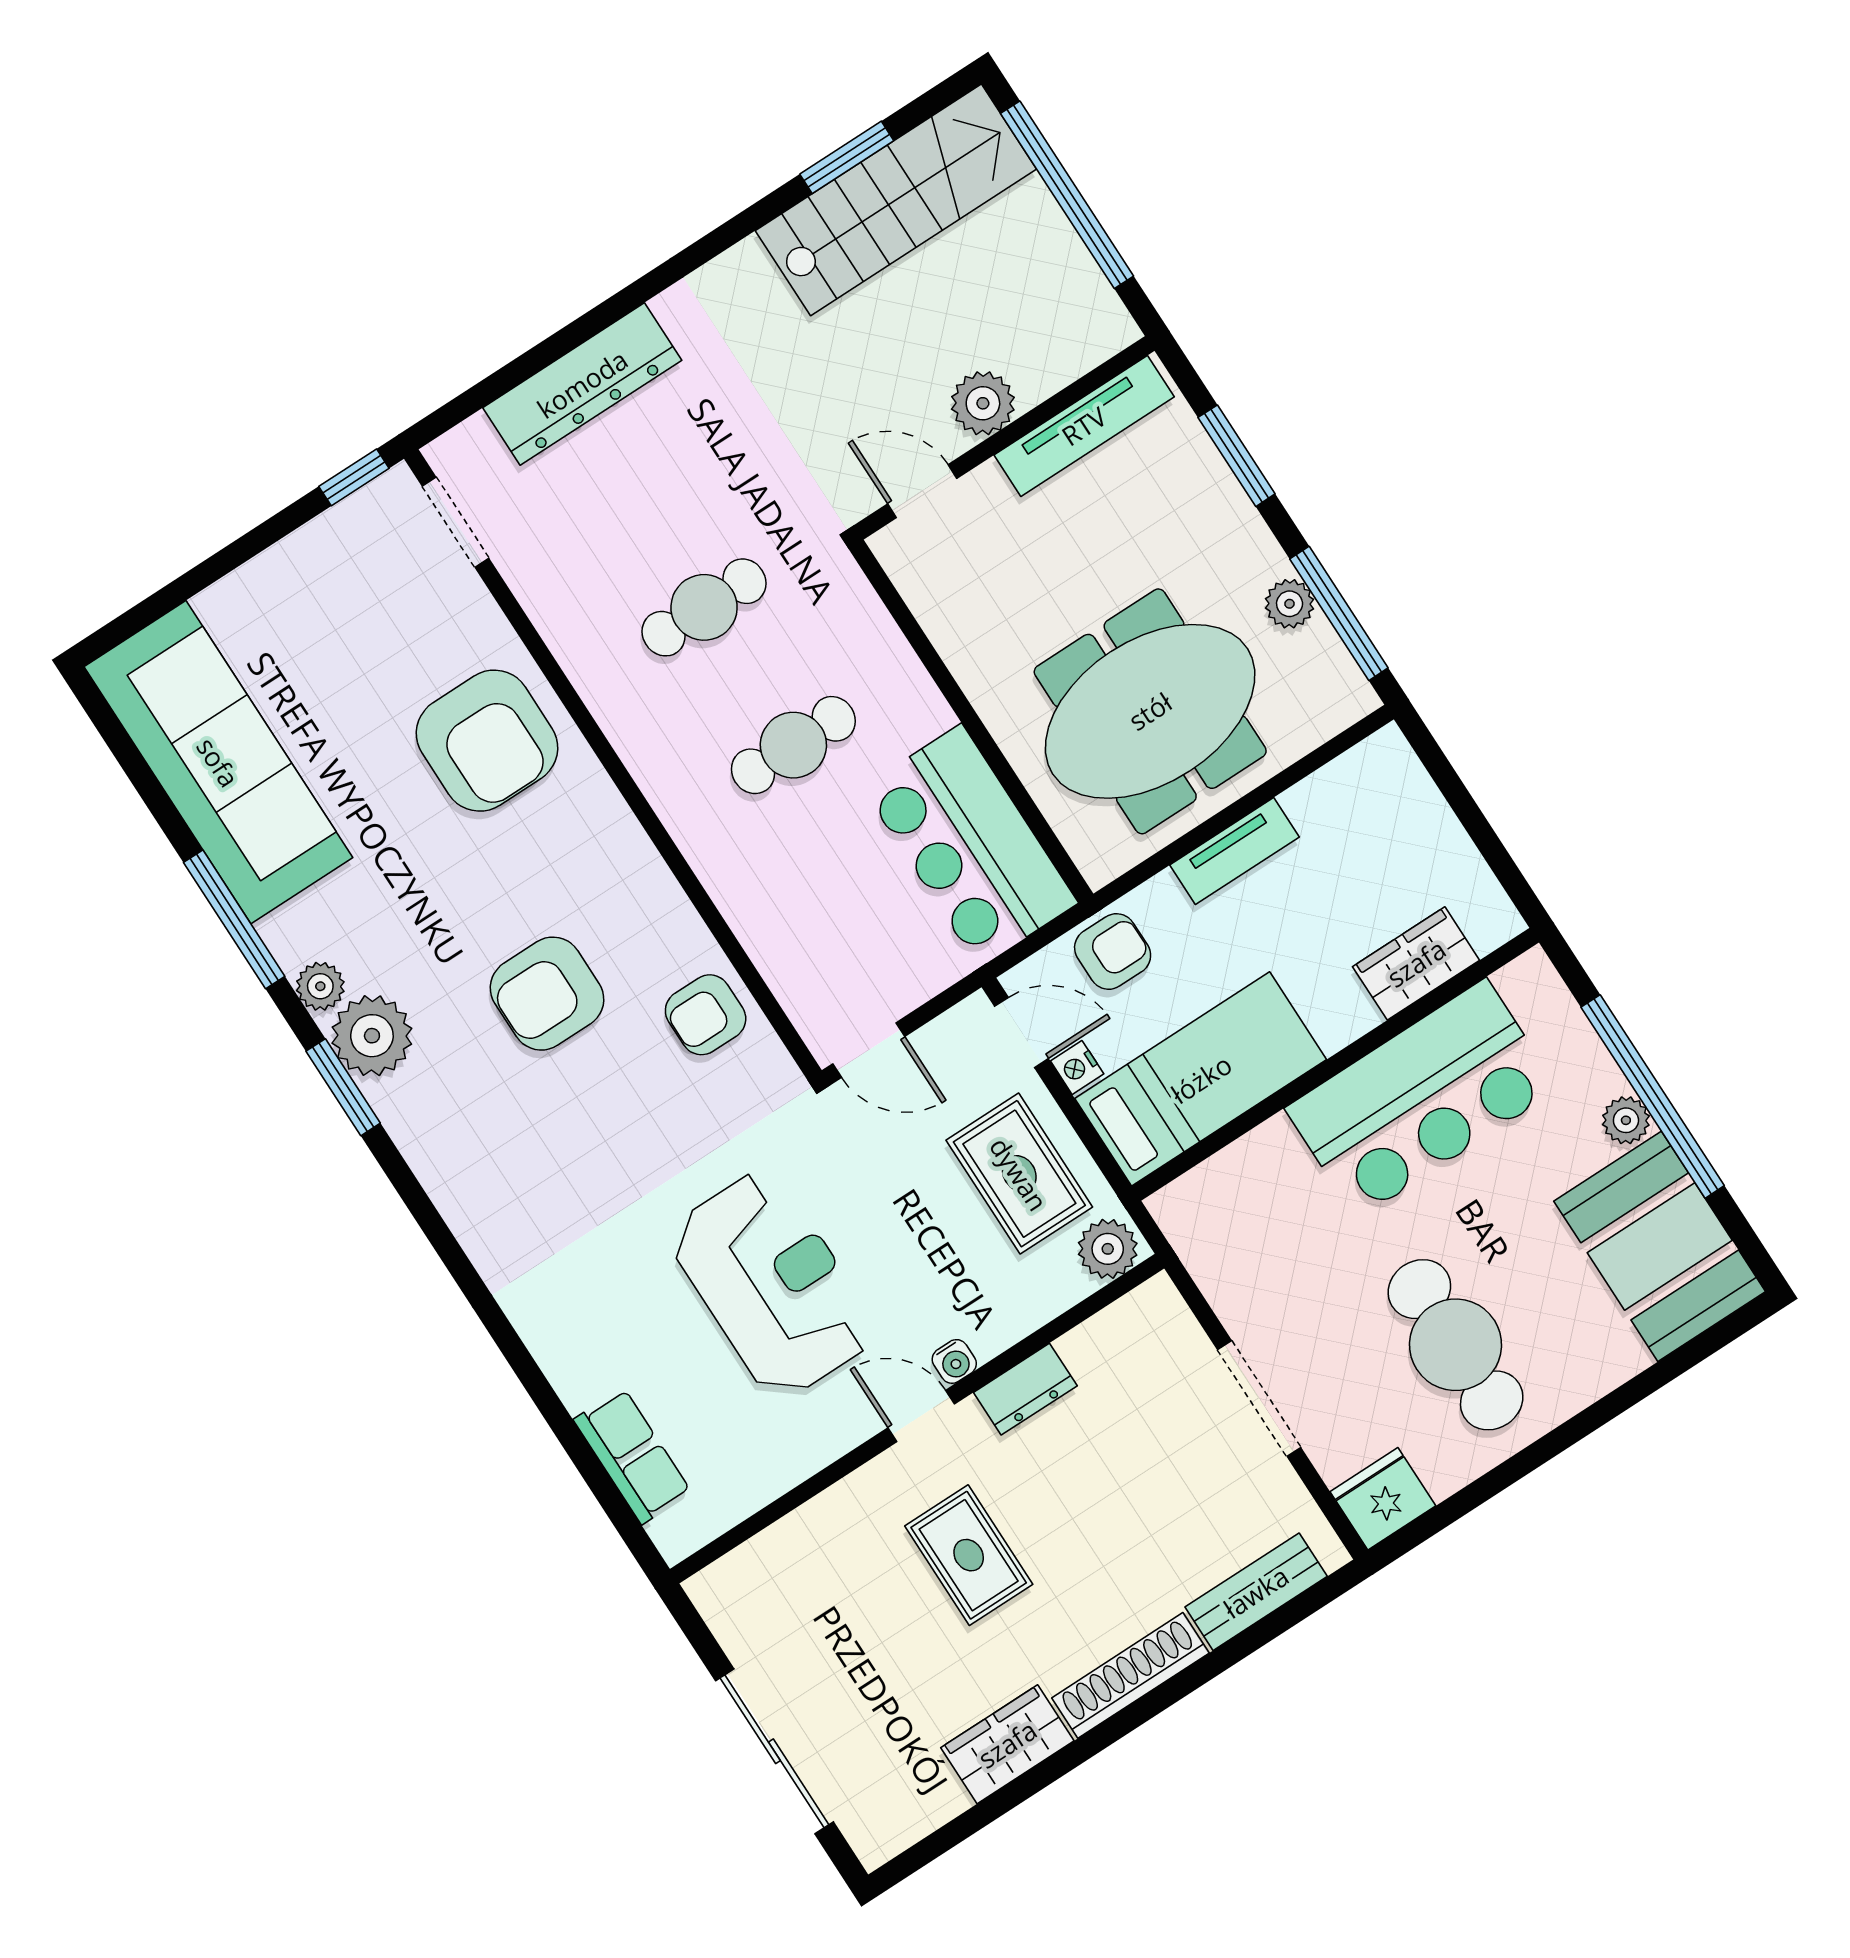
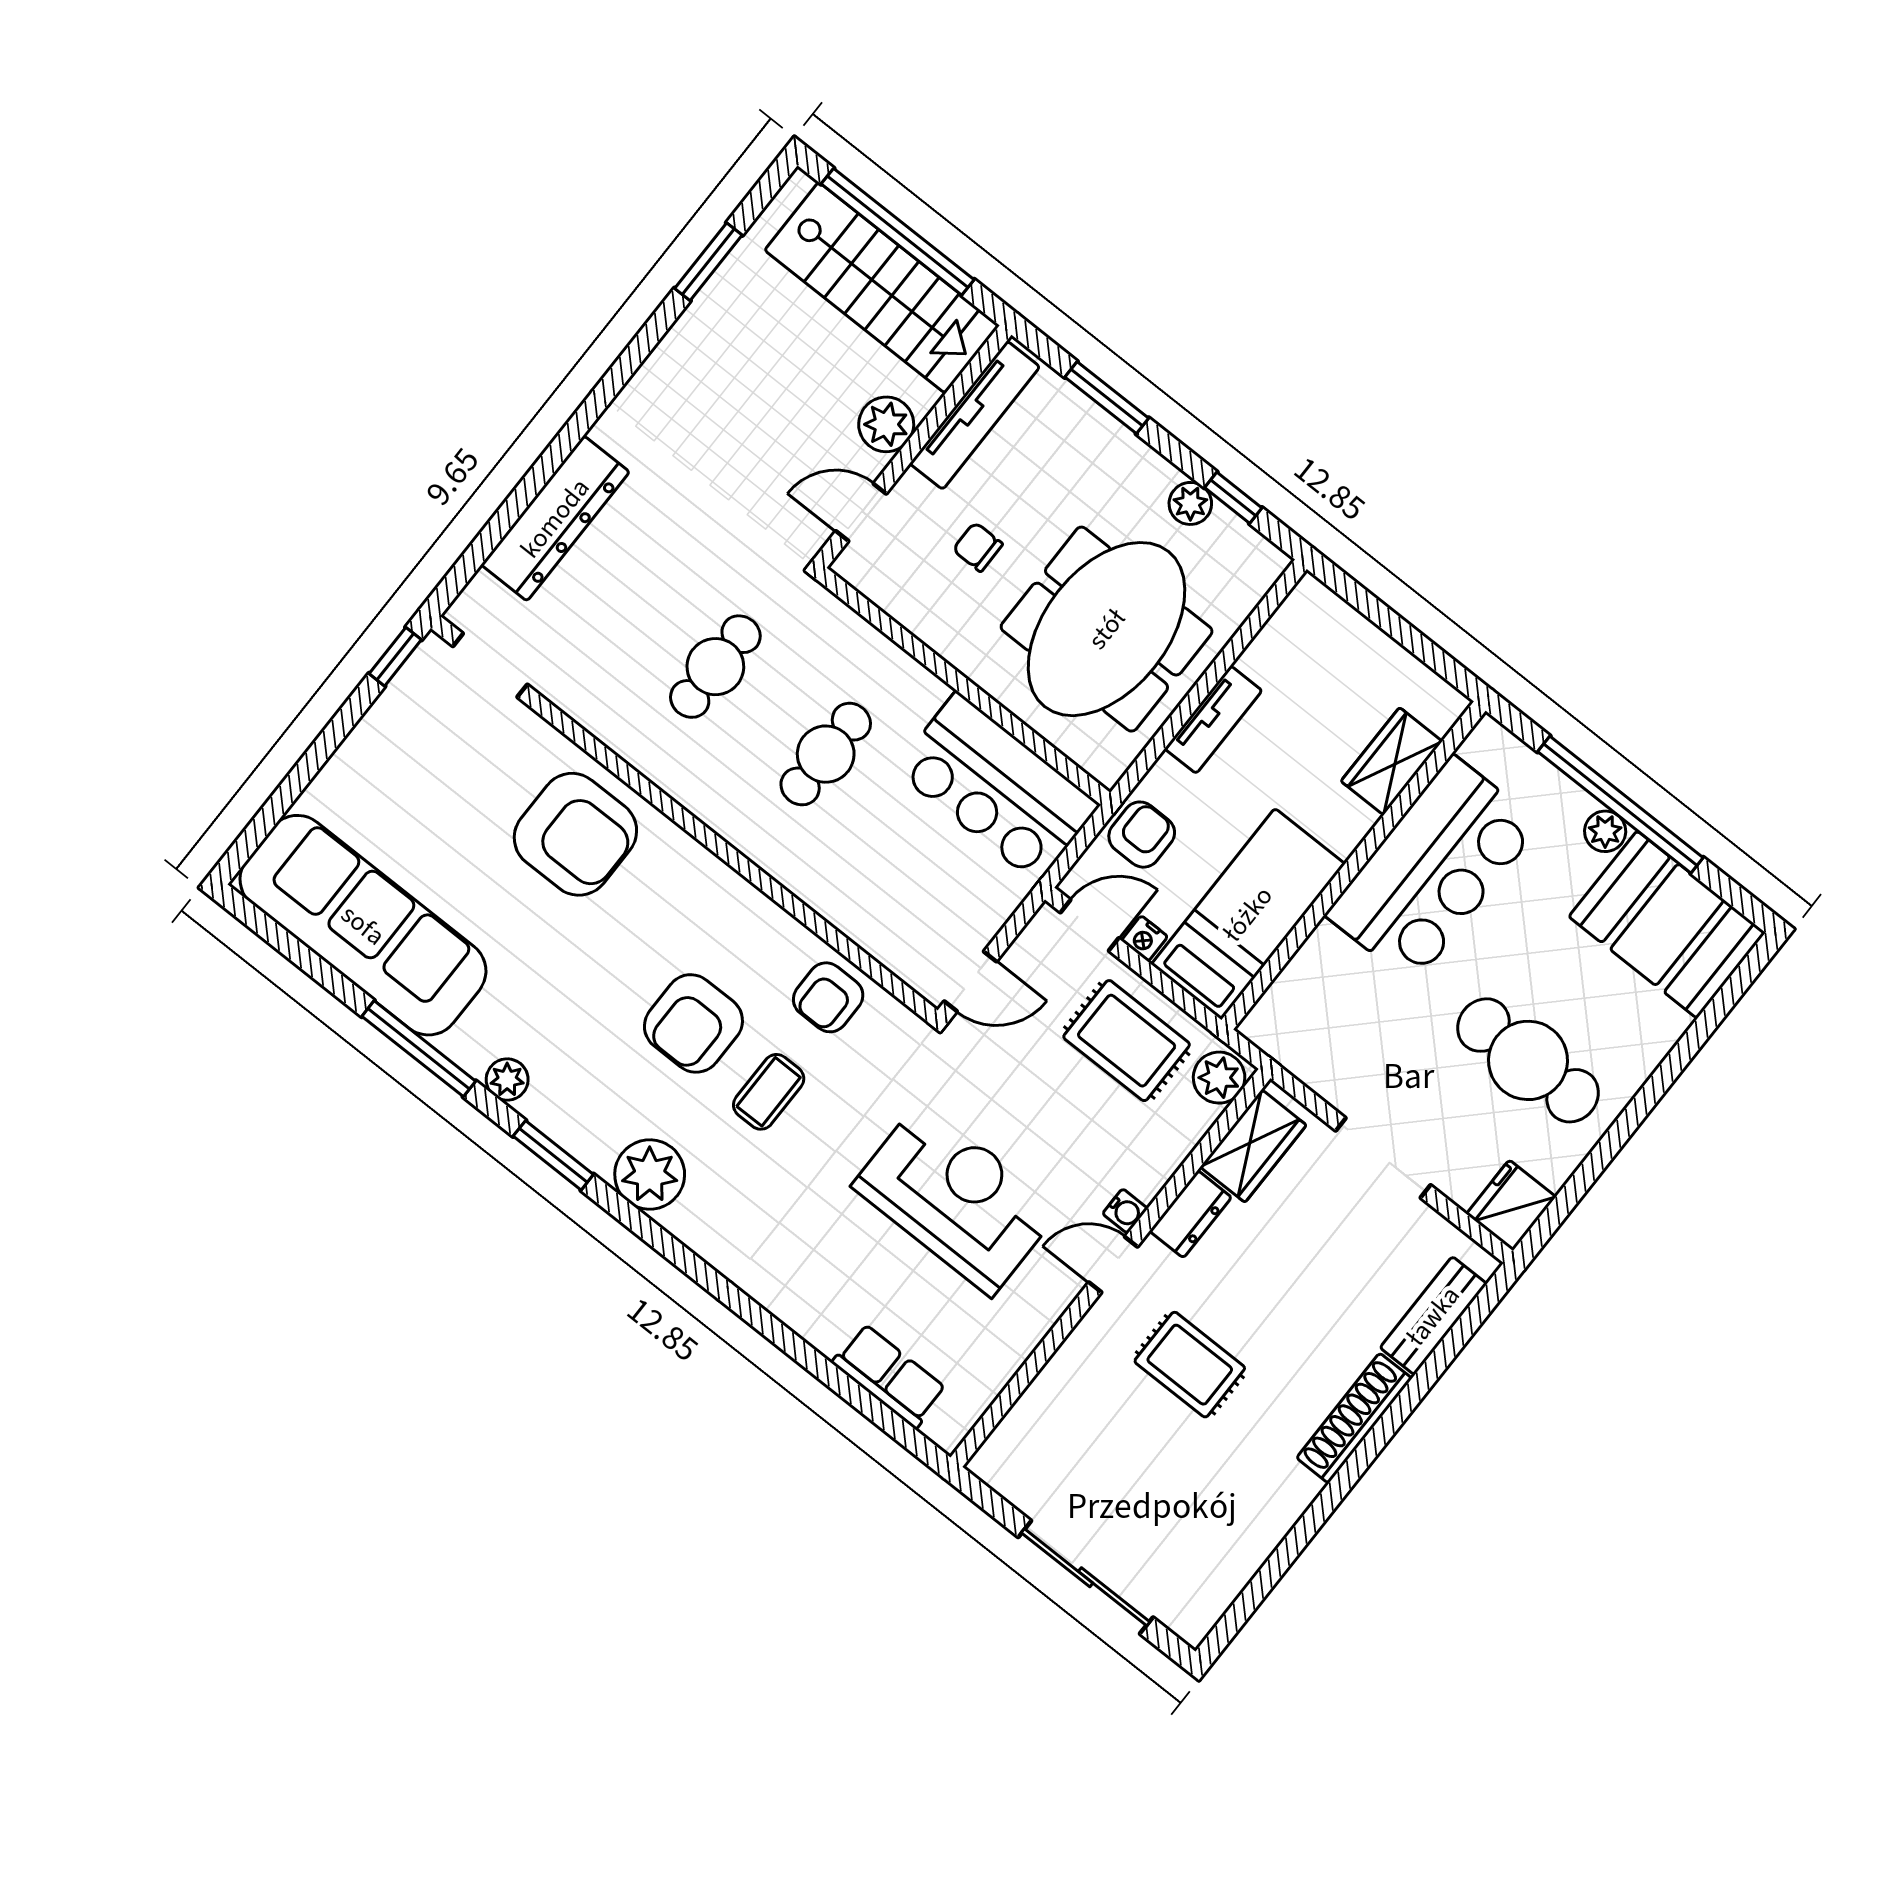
stairs: (896, 200) -> (882, 288), moved, turned 90
chair: (1038, 573) -> (978, 547), added
window: (1339, 613) -> (1233, 498), width x0.46
plant: (372, 1036) -> (650, 1175), moved
coffee table: (605, 1097) -> (769, 1092), added
wardrobe: (1007, 1744) -> (1253, 1146), moved, turned 180

